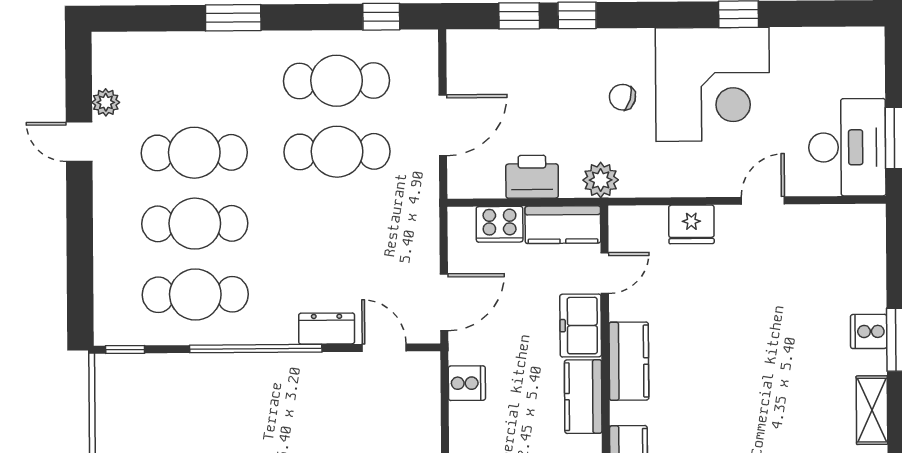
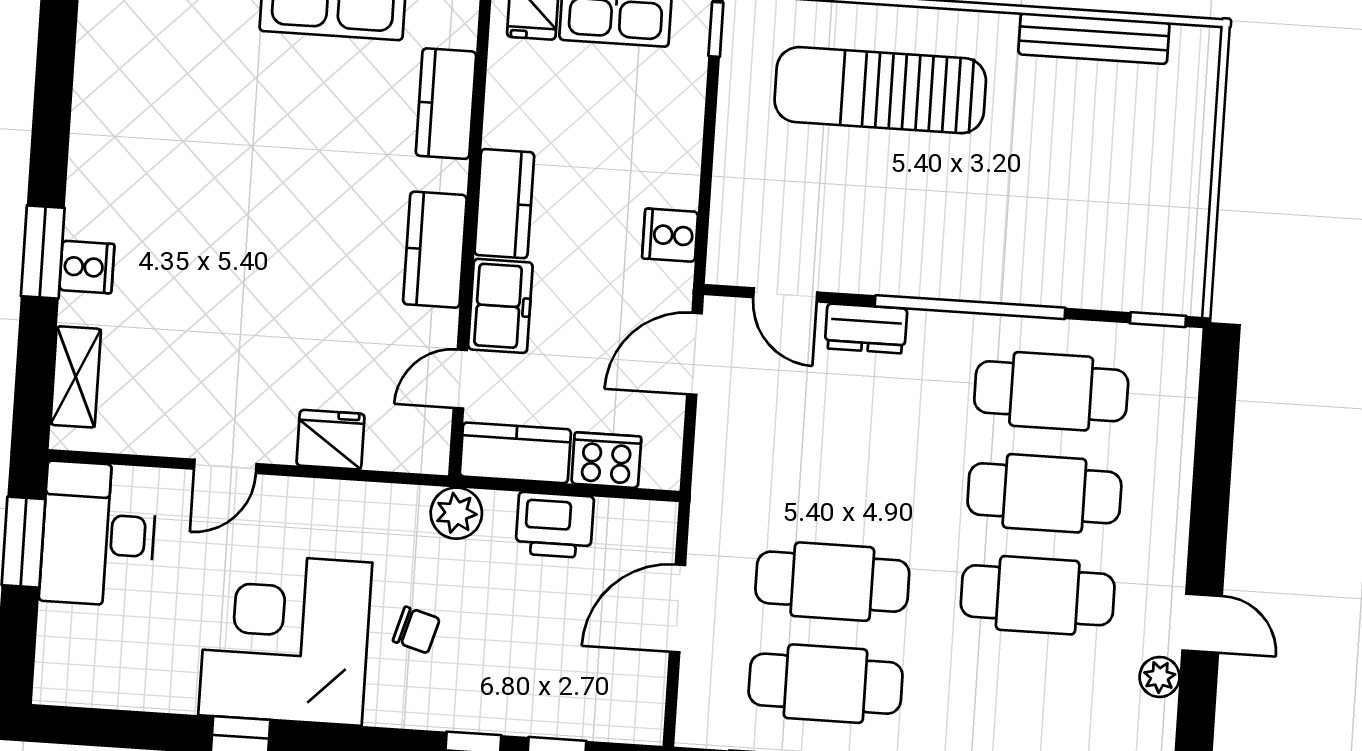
shelving: (872, 410) -> (76, 377), moved

